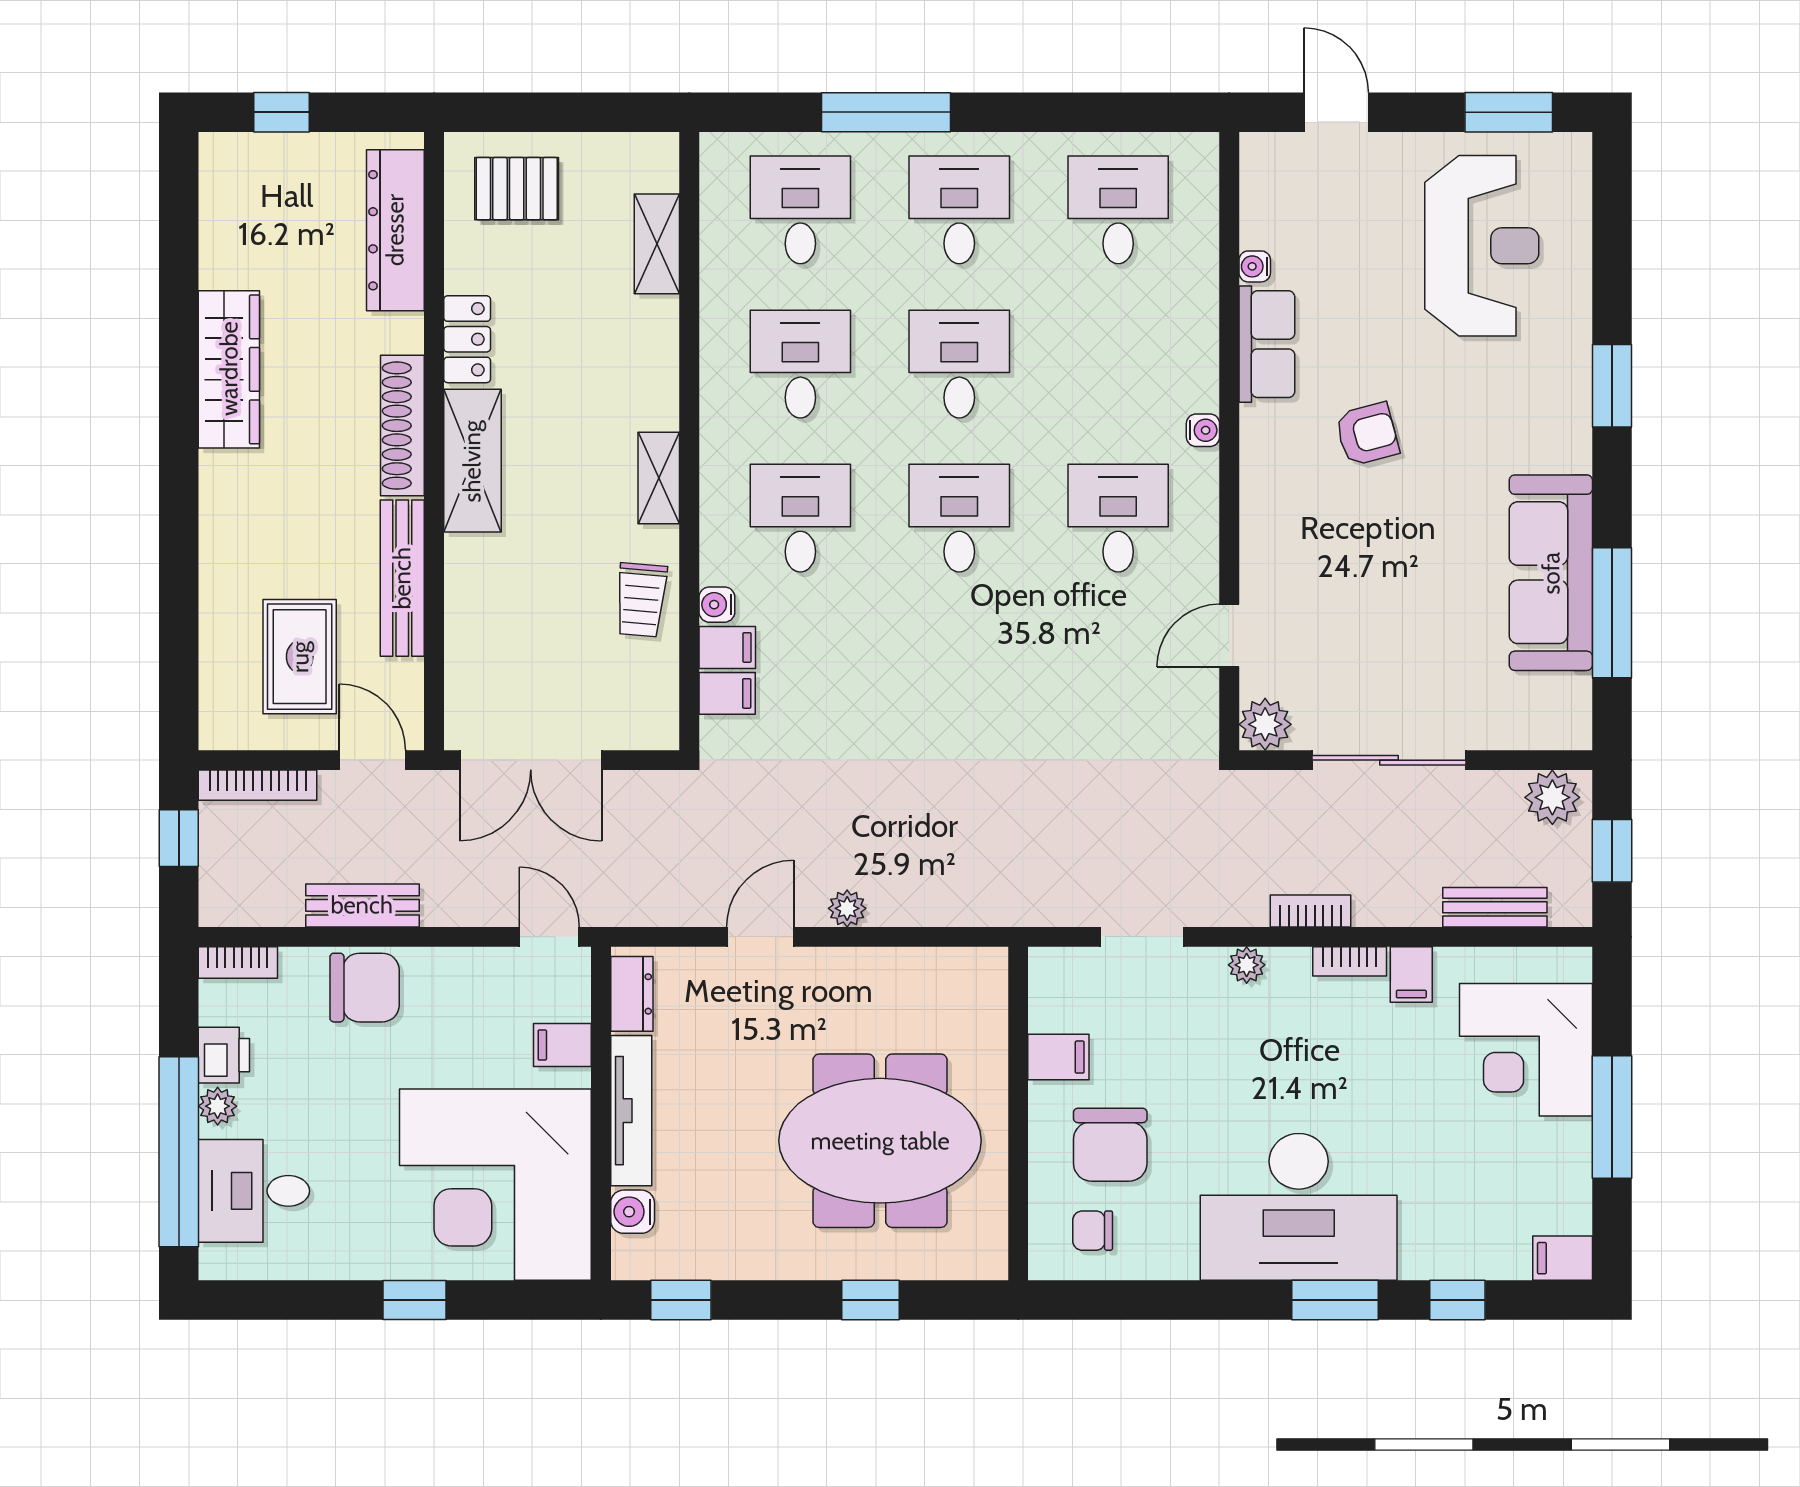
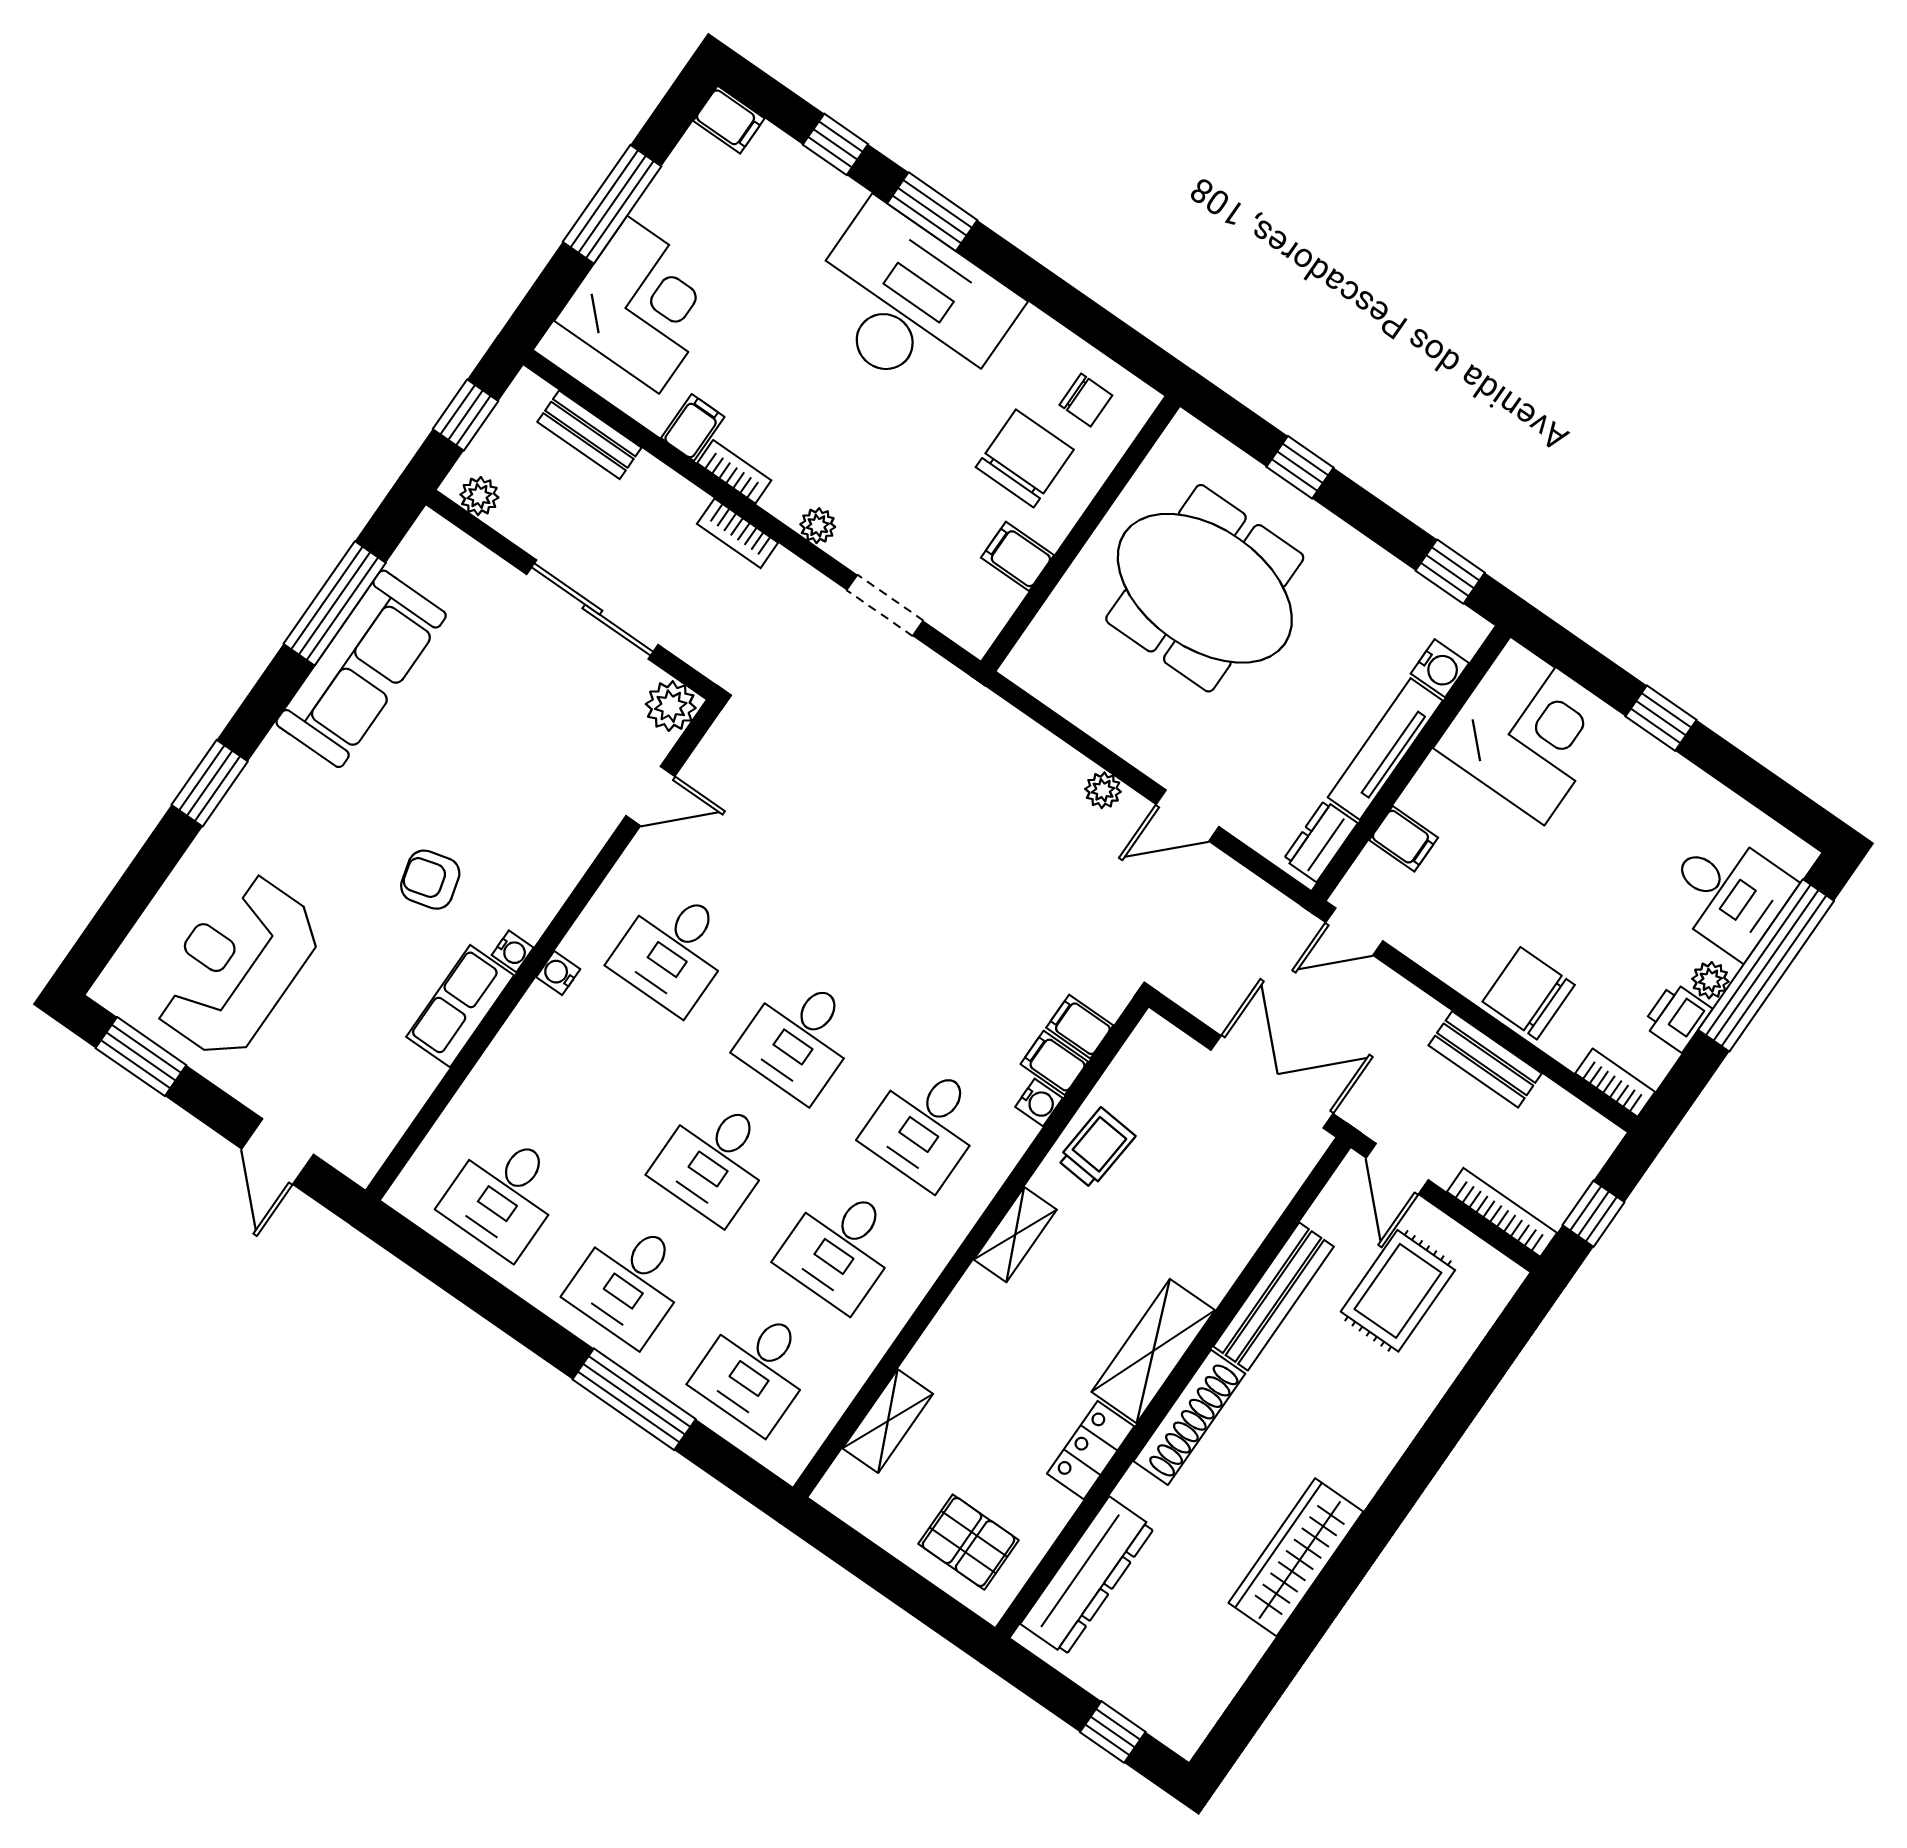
water cooler: (1255, 266) -> (513, 951), moved
plant: (1552, 797) -> (479, 496), width x0.73, depth x0.73
door: (549, 937) -> (1354, 932), hinge flipped
corner desk: (495, 1185) -> (1527, 731), width x0.74, depth x0.74

